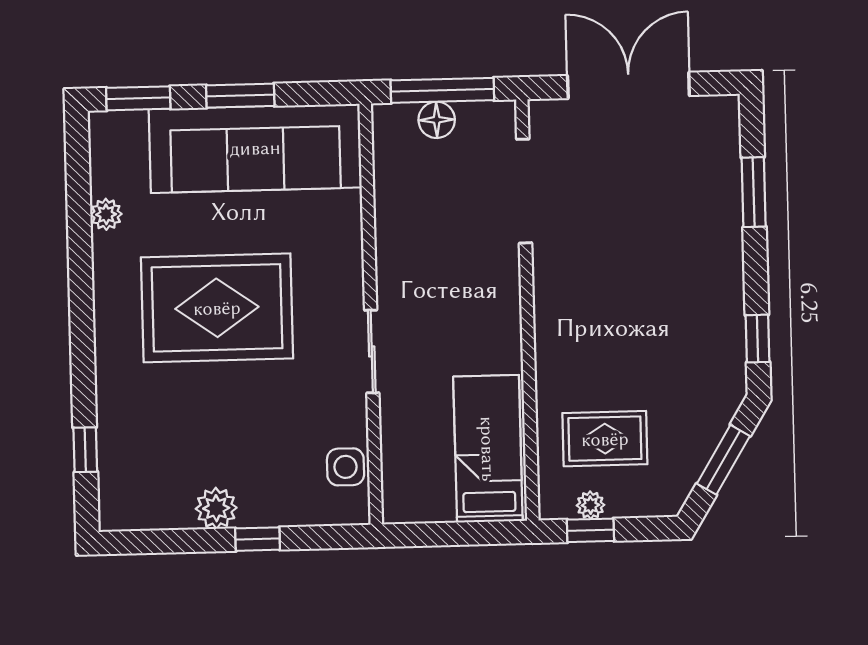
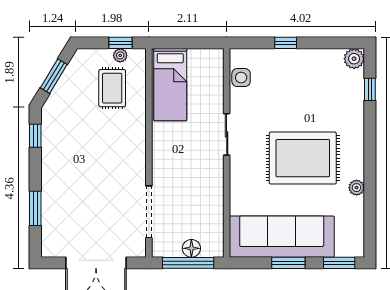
plant: (106, 214) -> (357, 188), moved
rug: (605, 439) -> (112, 88), turned 90
plant: (216, 508) -> (354, 59), moved

